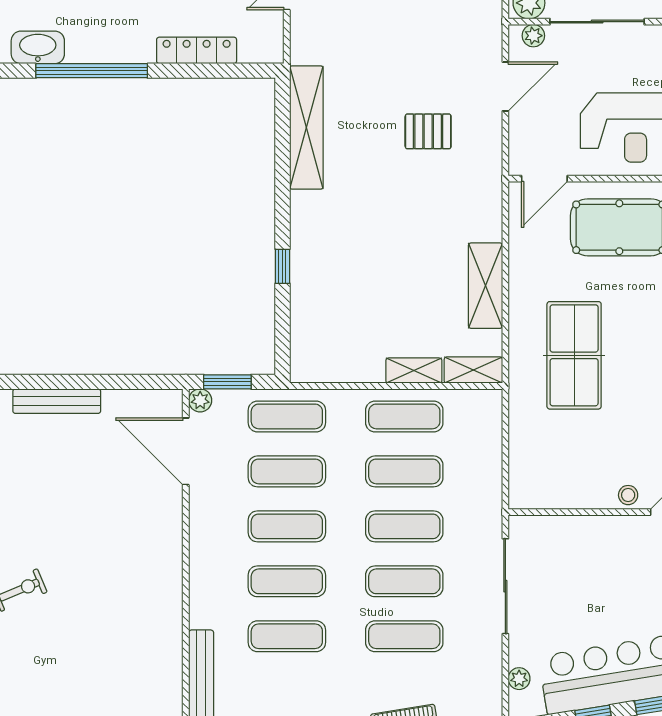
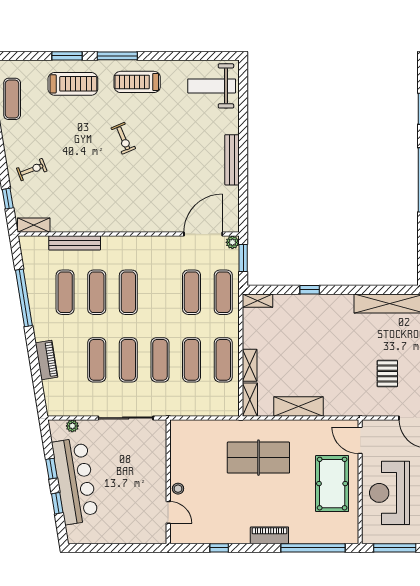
shelving: (301, 357) -> (258, 301), added
exercise mat: (287, 526) -> (65, 292), moved

